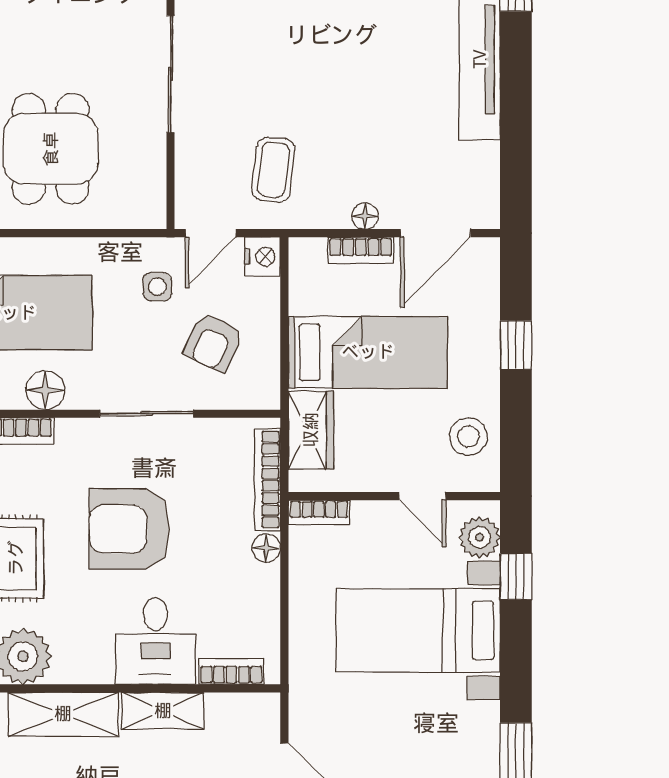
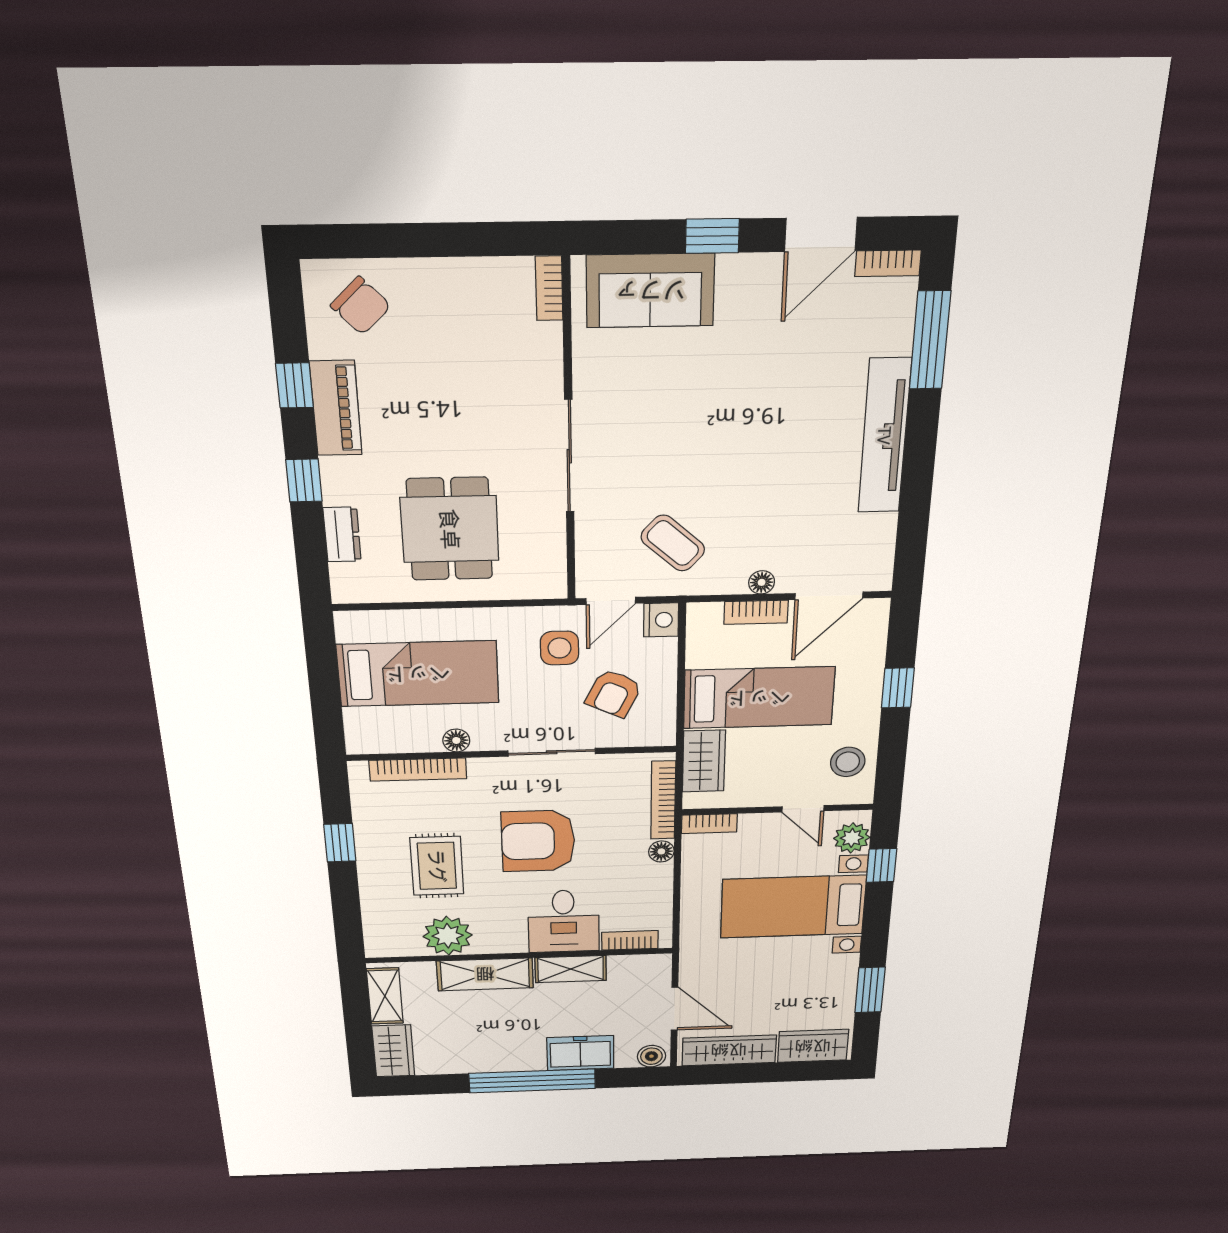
coffee table: (273, 170) -> (673, 543), turned -55
side table: (157, 287) -> (560, 648), width x1.37, depth x1.37
floor lamp: (45, 390) -> (456, 740), width x0.73, depth x0.73

